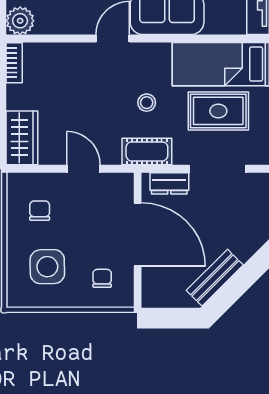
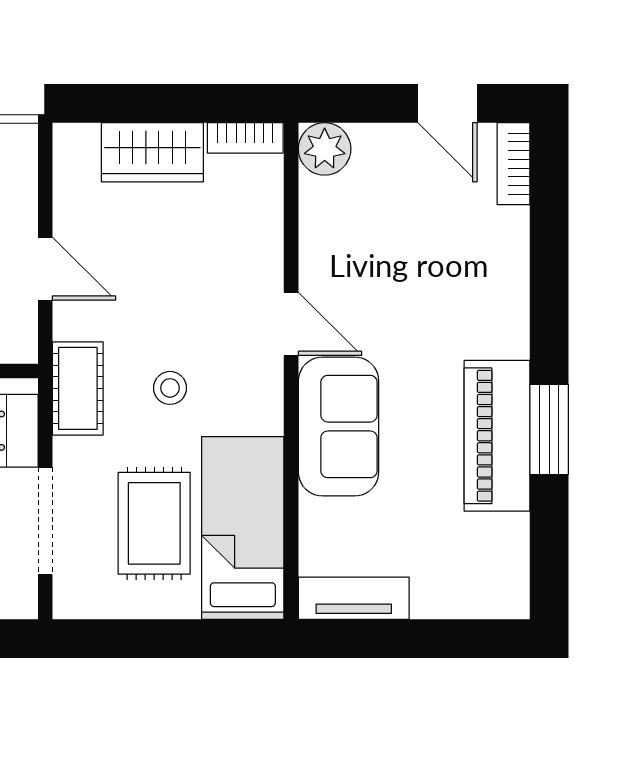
wardrobe: (22, 138) -> (152, 152), moved
door: (83, 169) -> (45, 269), hinge flipped

